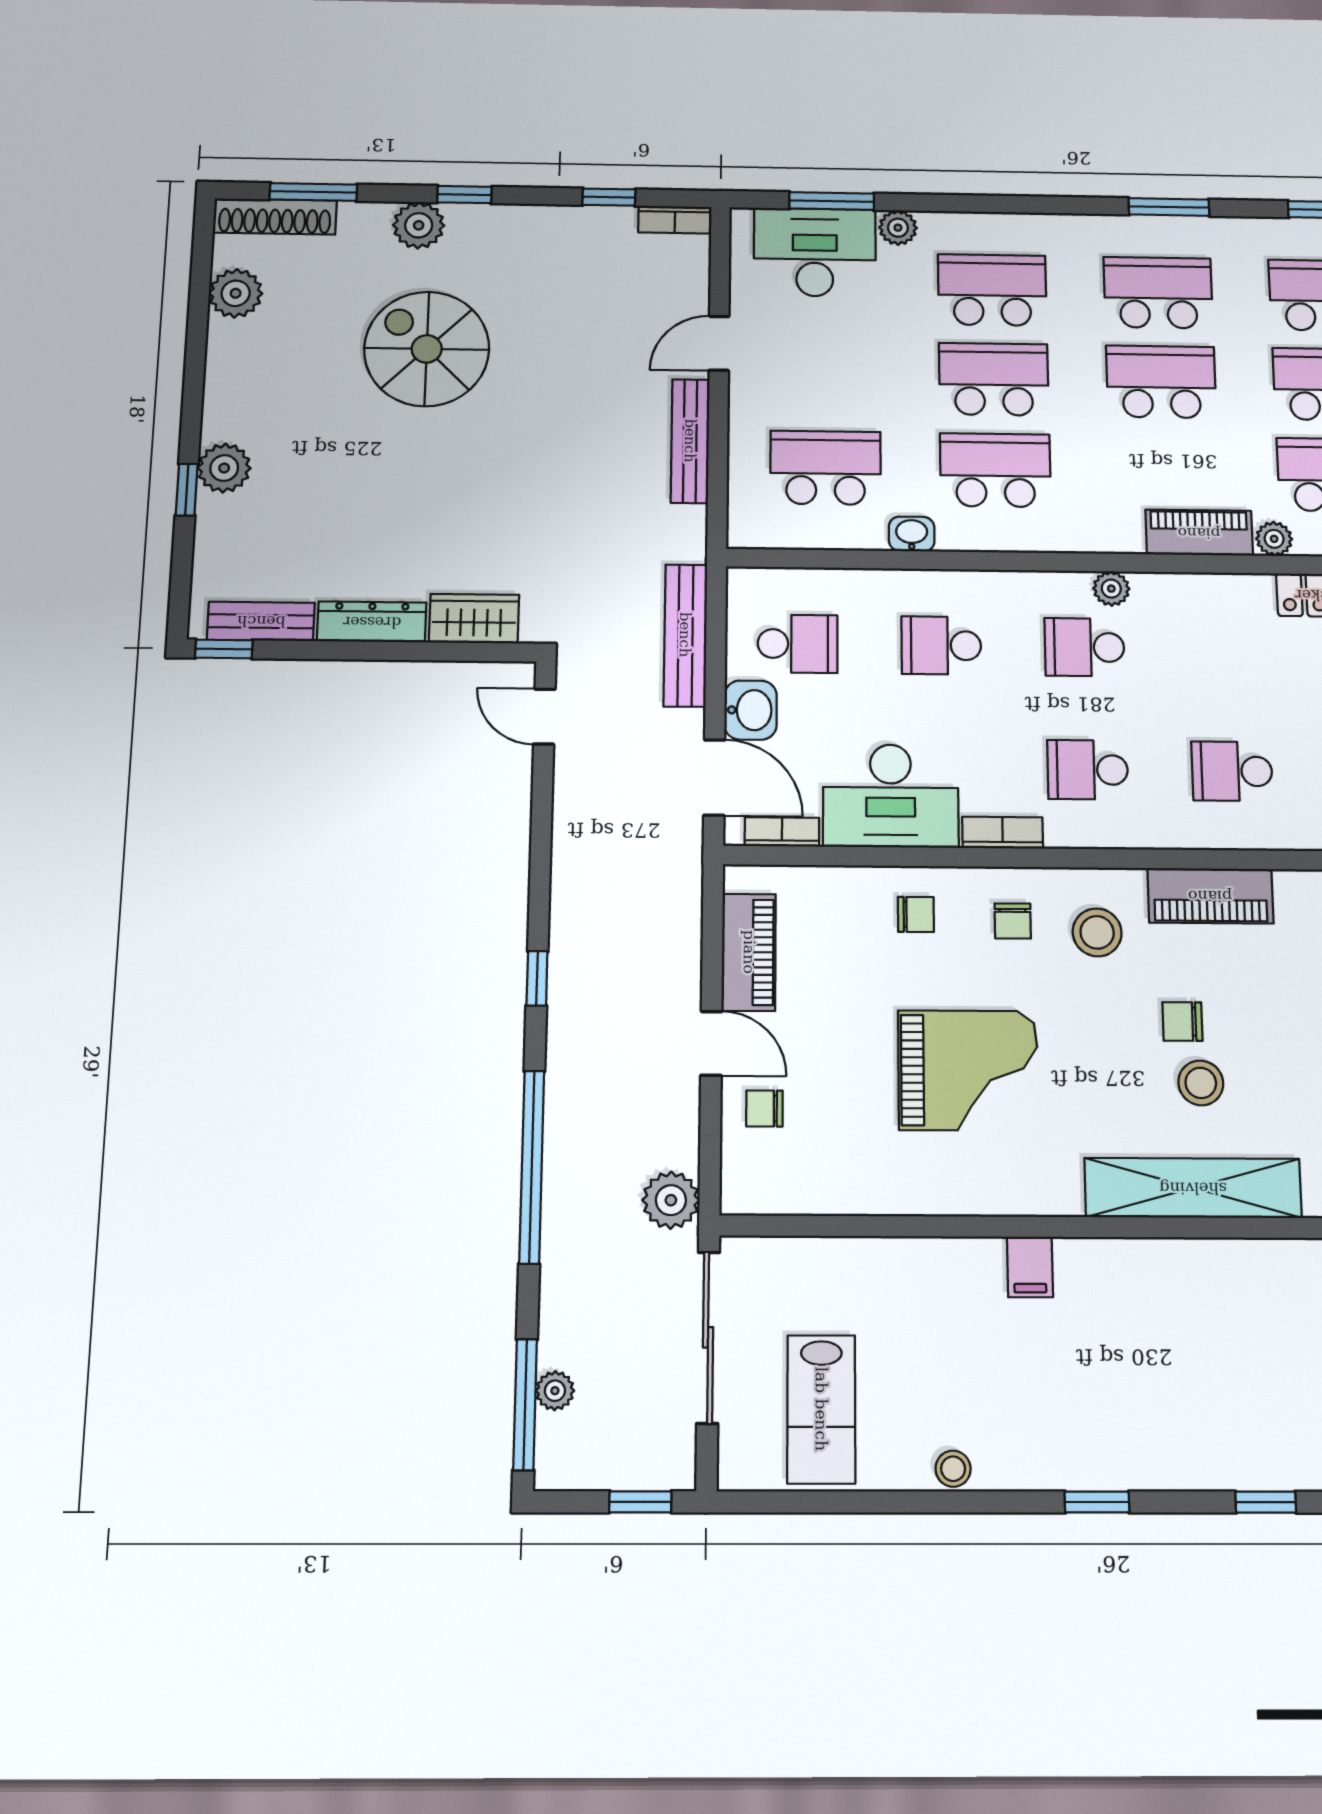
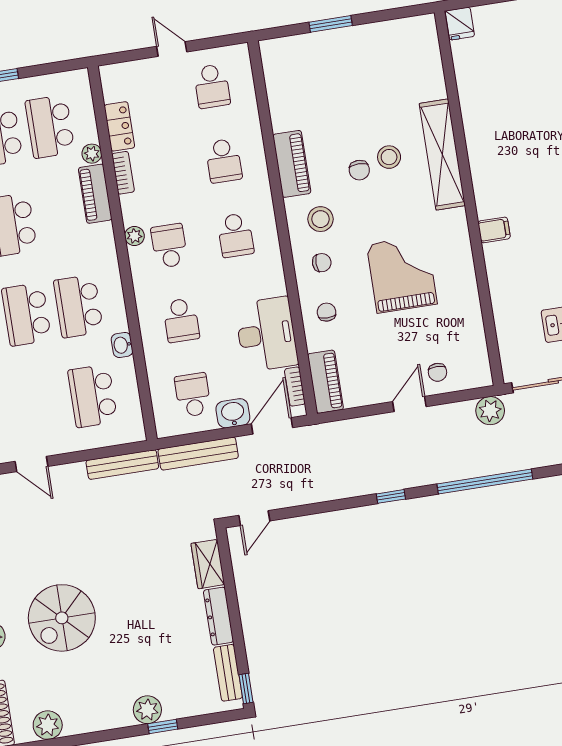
bench: (690, 441) -> (122, 465), moved
school desk: (1084, 647) -> (169, 246), turned 180
bookcase: (1003, 833) -> (123, 173), moved, turned 180
piano: (749, 952) -> (325, 382), moved, turned 90

